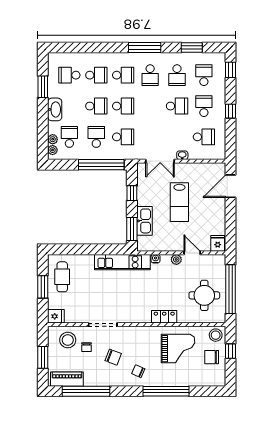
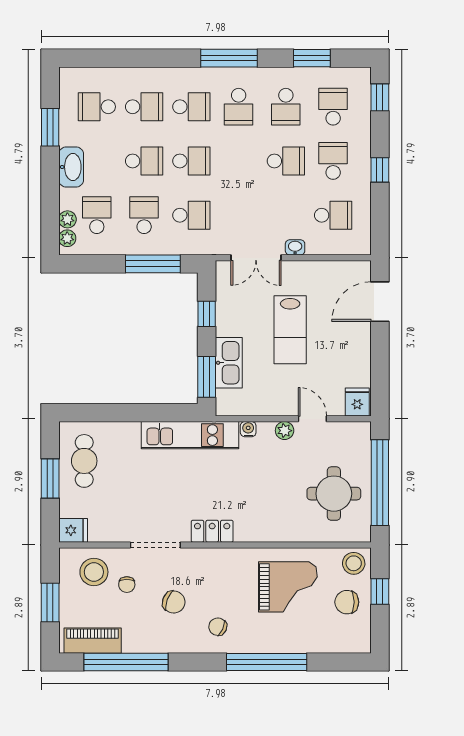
window: (101, 165) -> (153, 264), width x0.68
locker: (164, 317) -> (212, 531), moved

